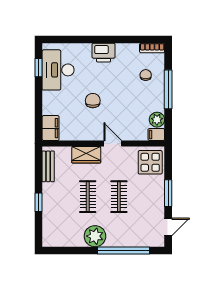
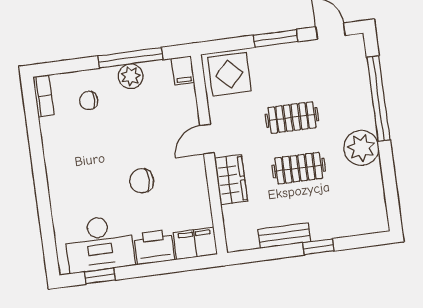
printer: (103, 53) -> (154, 247), moved, turned -90
window: (168, 89) -> (130, 58), moved
plant: (157, 120) -> (131, 76), moved
bench: (48, 166) -> (284, 236), moved

